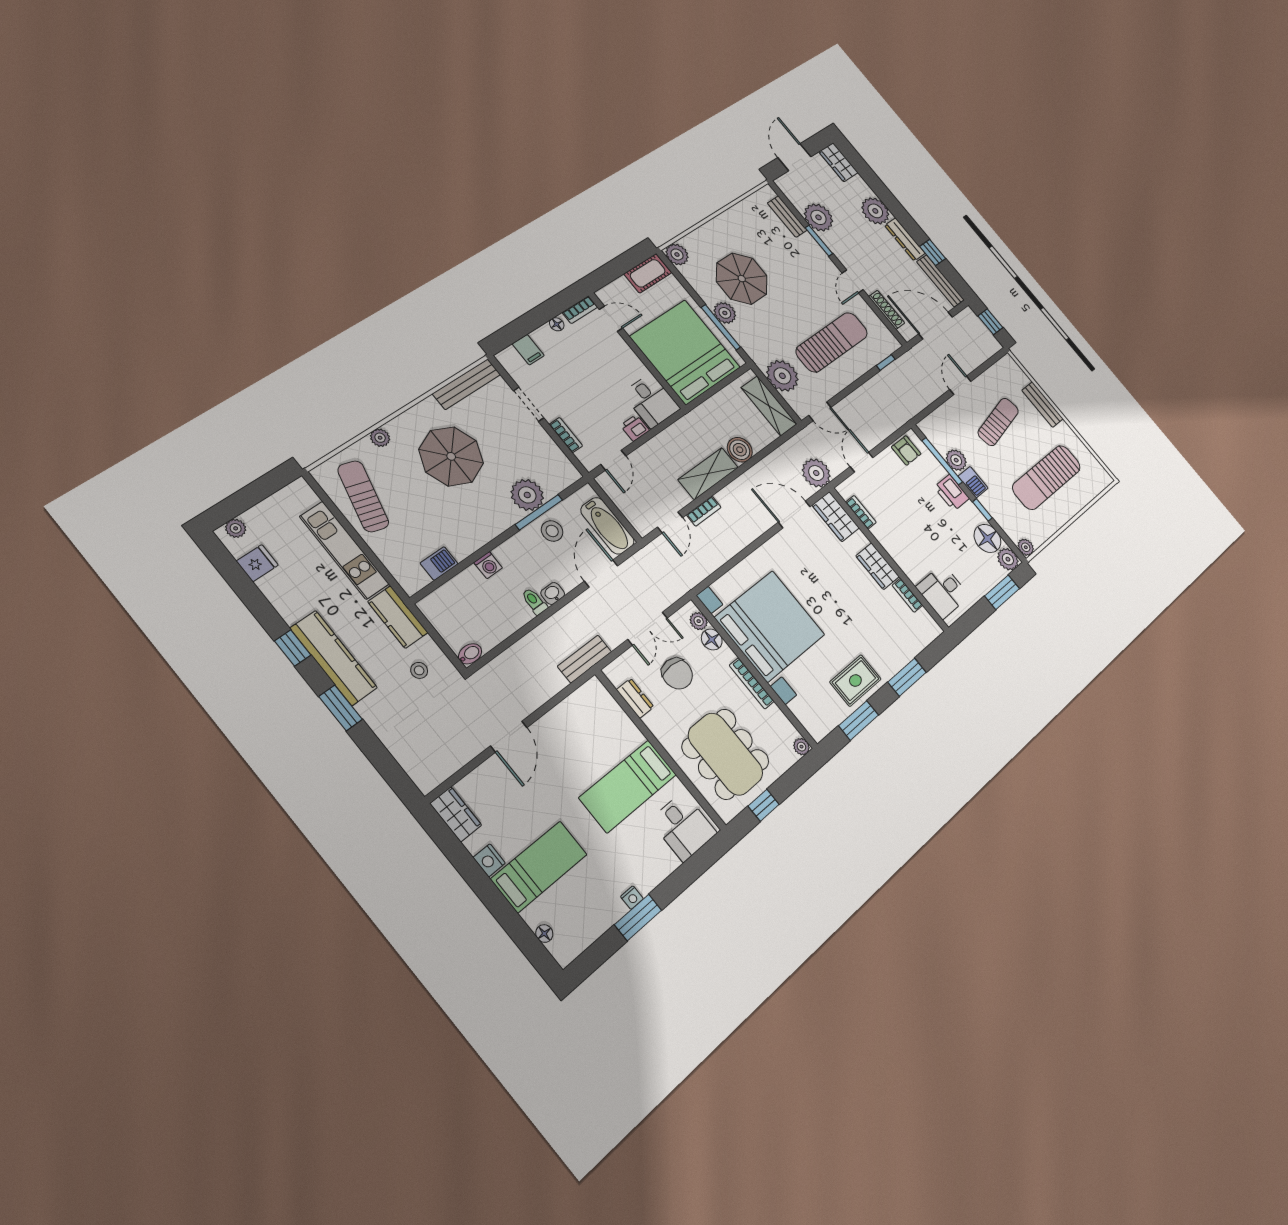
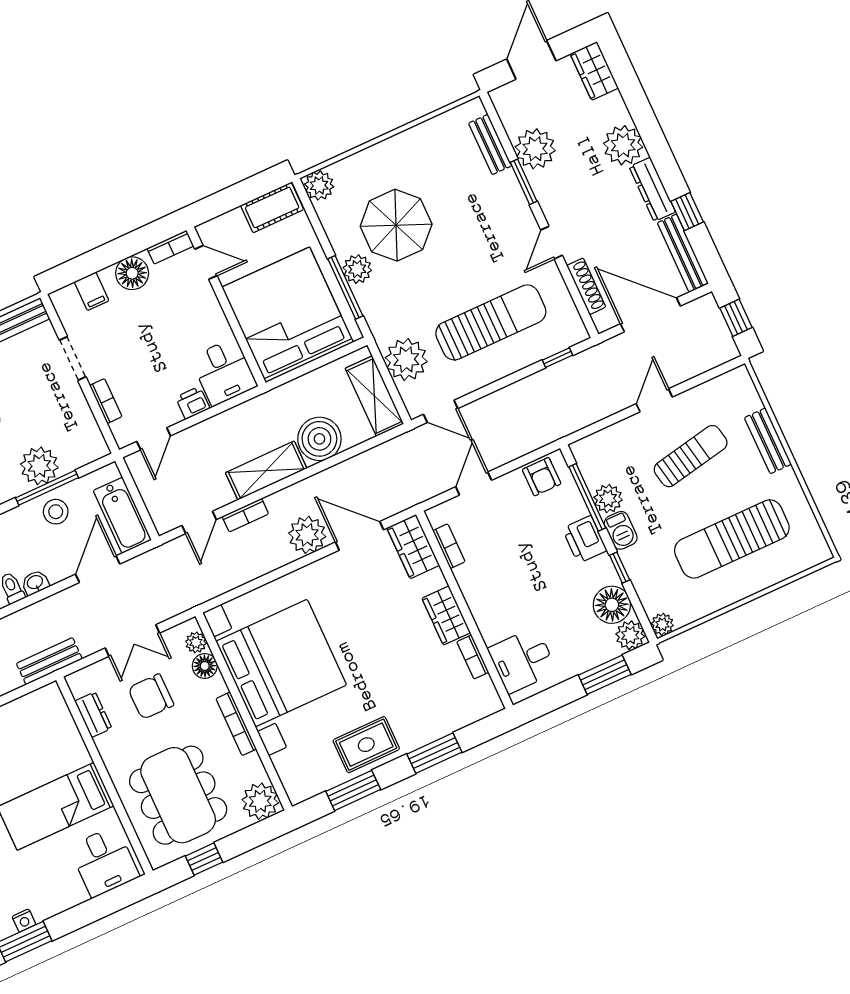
floor lamp: (557, 324) -> (132, 273), width x1.89, depth x1.89
boiler: (740, 450) -> (319, 439), width x1.37, depth x1.37
plant: (816, 473) -> (307, 535), moved
chair: (677, 674) -> (151, 697), turned 90
plant: (801, 747) -> (260, 801), width x1.88, depth x1.88

